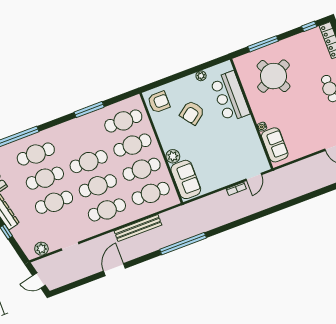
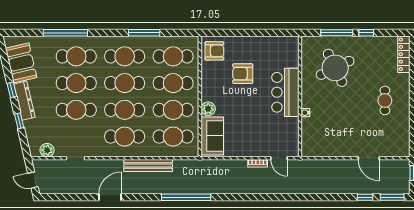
window: (309, 26) -> (366, 33), moved
plant: (201, 76) -> (265, 41), removed
bar counter: (230, 97) -> (285, 92), moved
armchair: (192, 113) -> (243, 74), turned 37
cafe table: (80, 137) -> (125, 56), added
sofa: (275, 145) -> (311, 135), removed
door: (254, 177) -> (279, 158), hinge flipped

